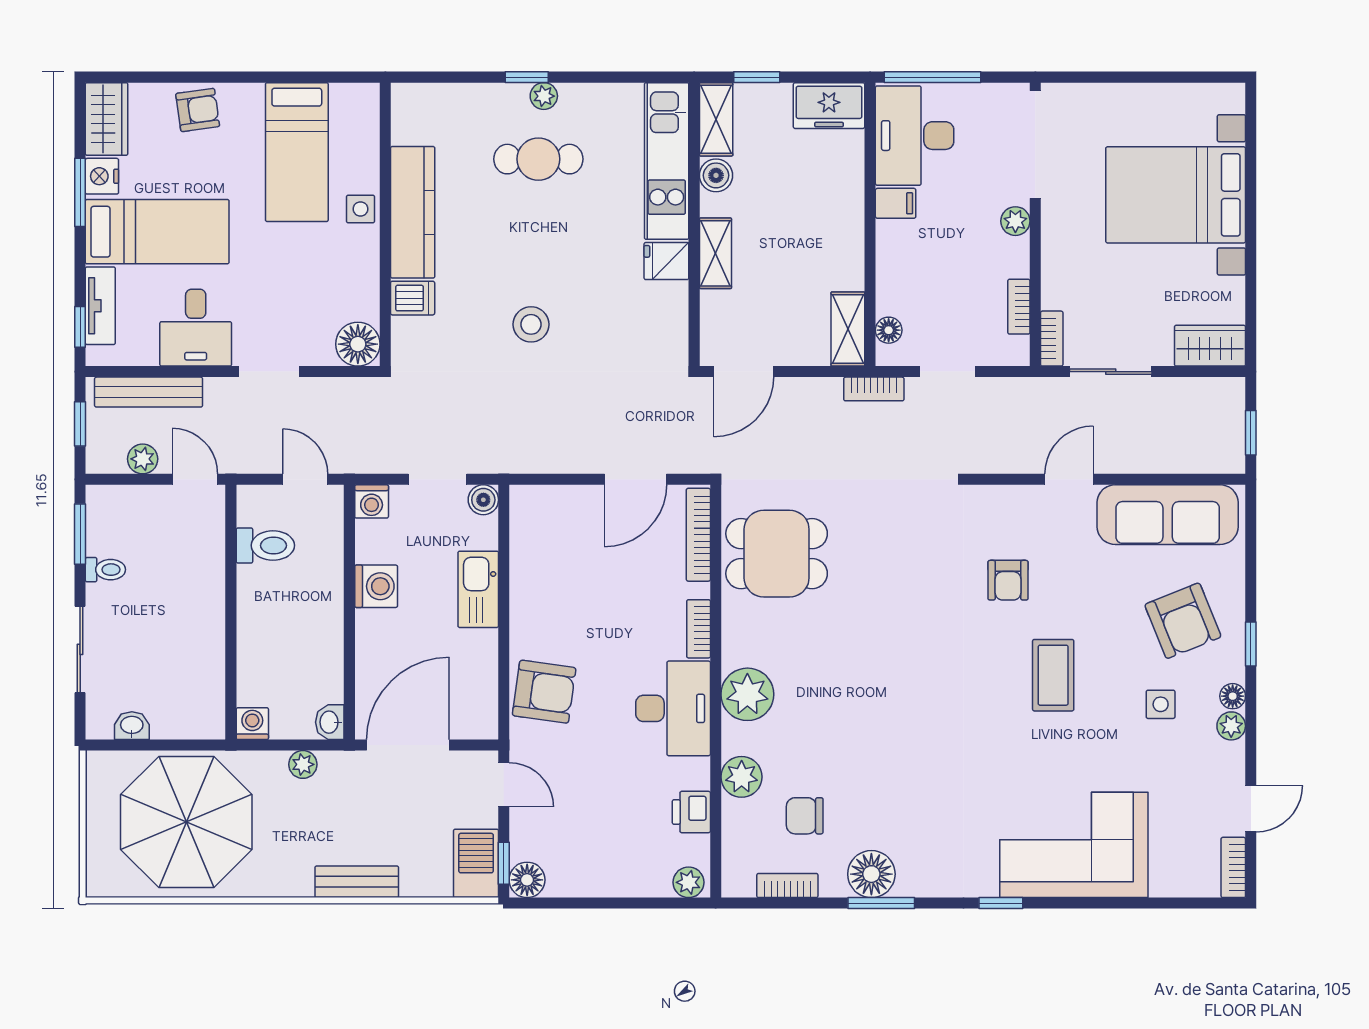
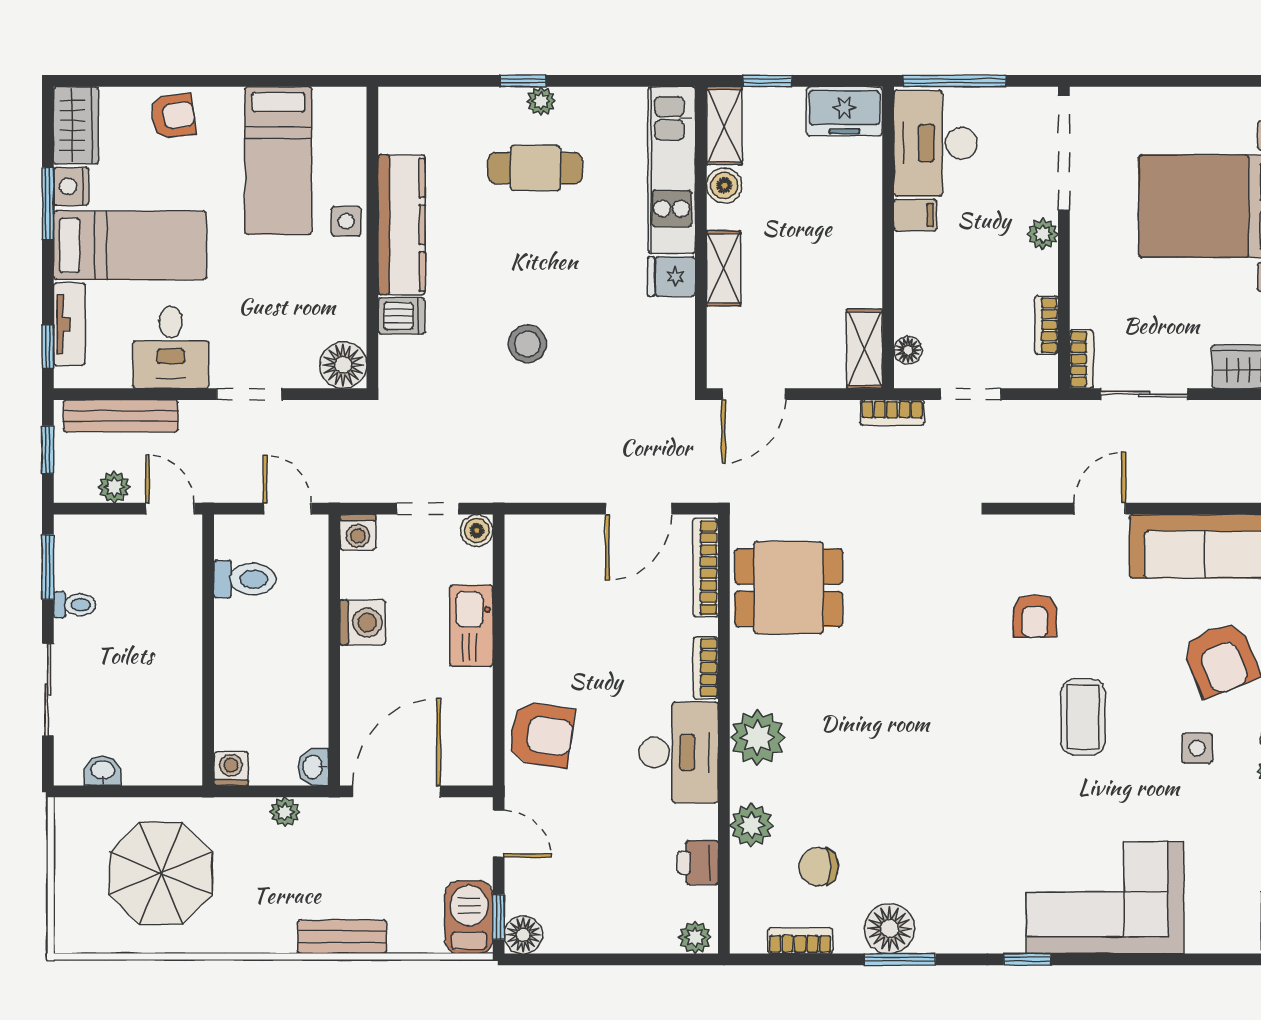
parasol: (186, 822) -> (161, 873), width x0.73, depth x0.73

